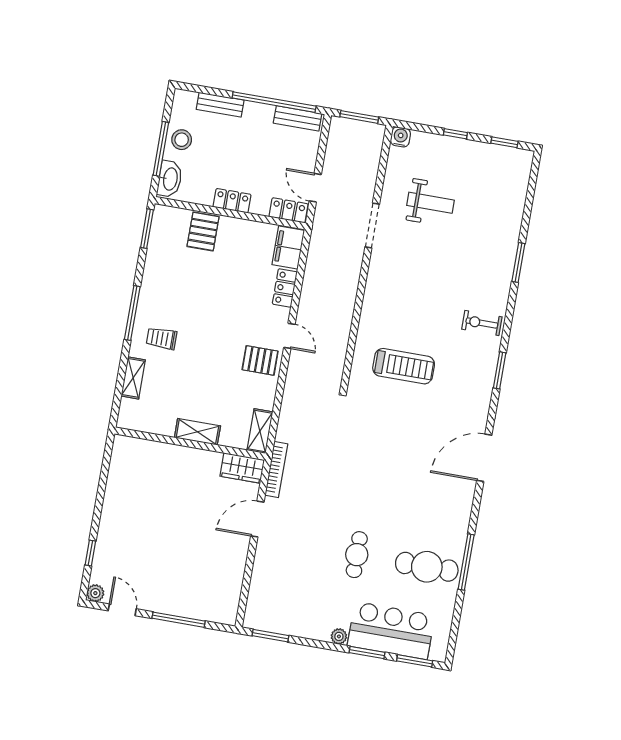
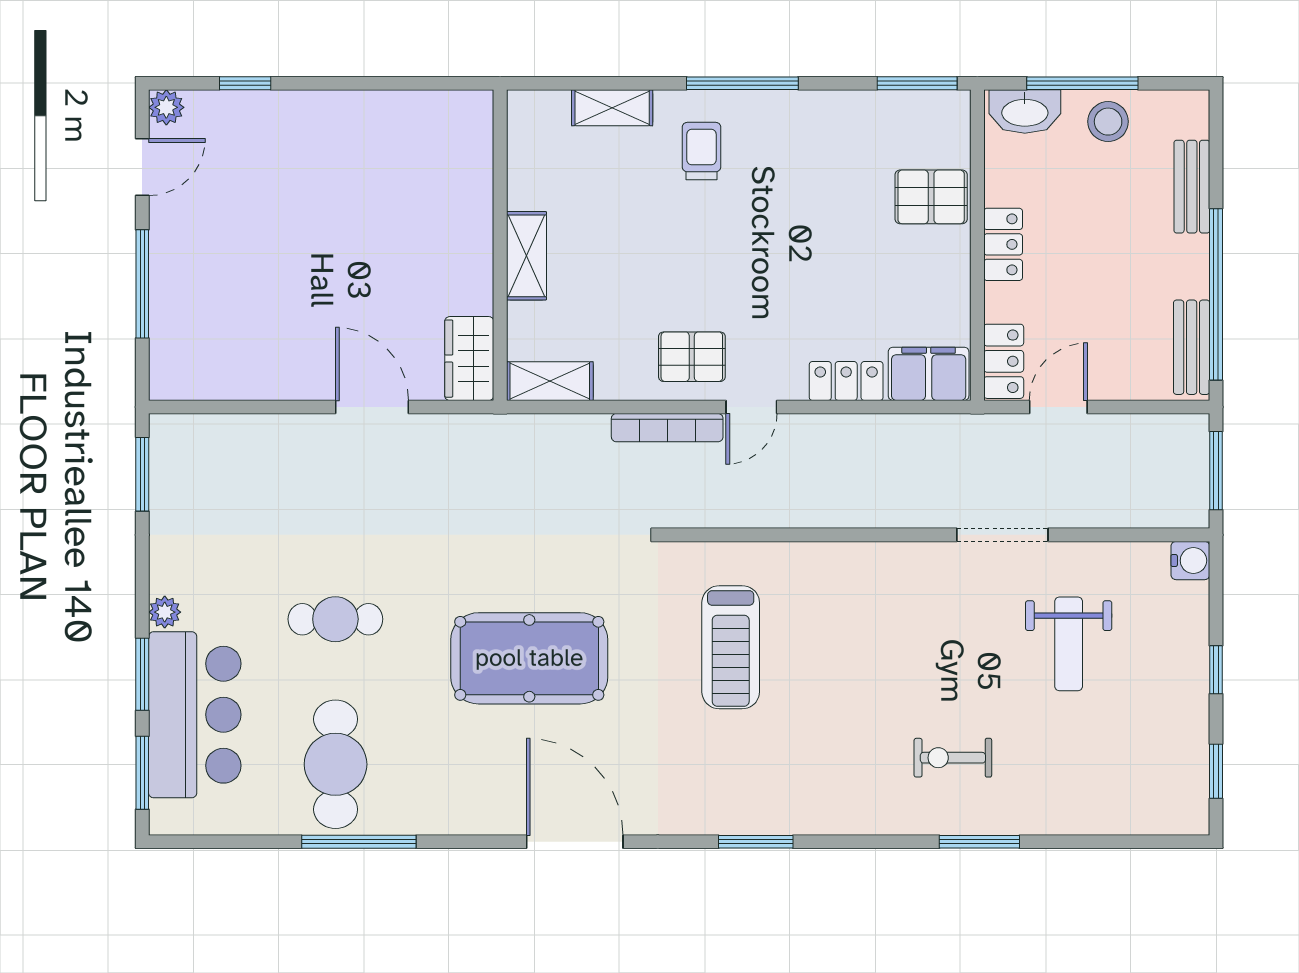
exercise bike: (482, 323) -> (953, 758), moved, turned -90
pallet: (260, 360) -> (692, 357), turned 90
pool table: (392, 464) -> (529, 658), added
bookcase: (276, 470) -> (667, 428), moved

